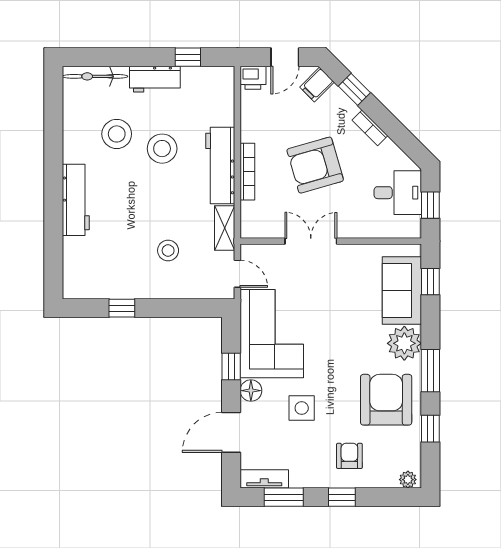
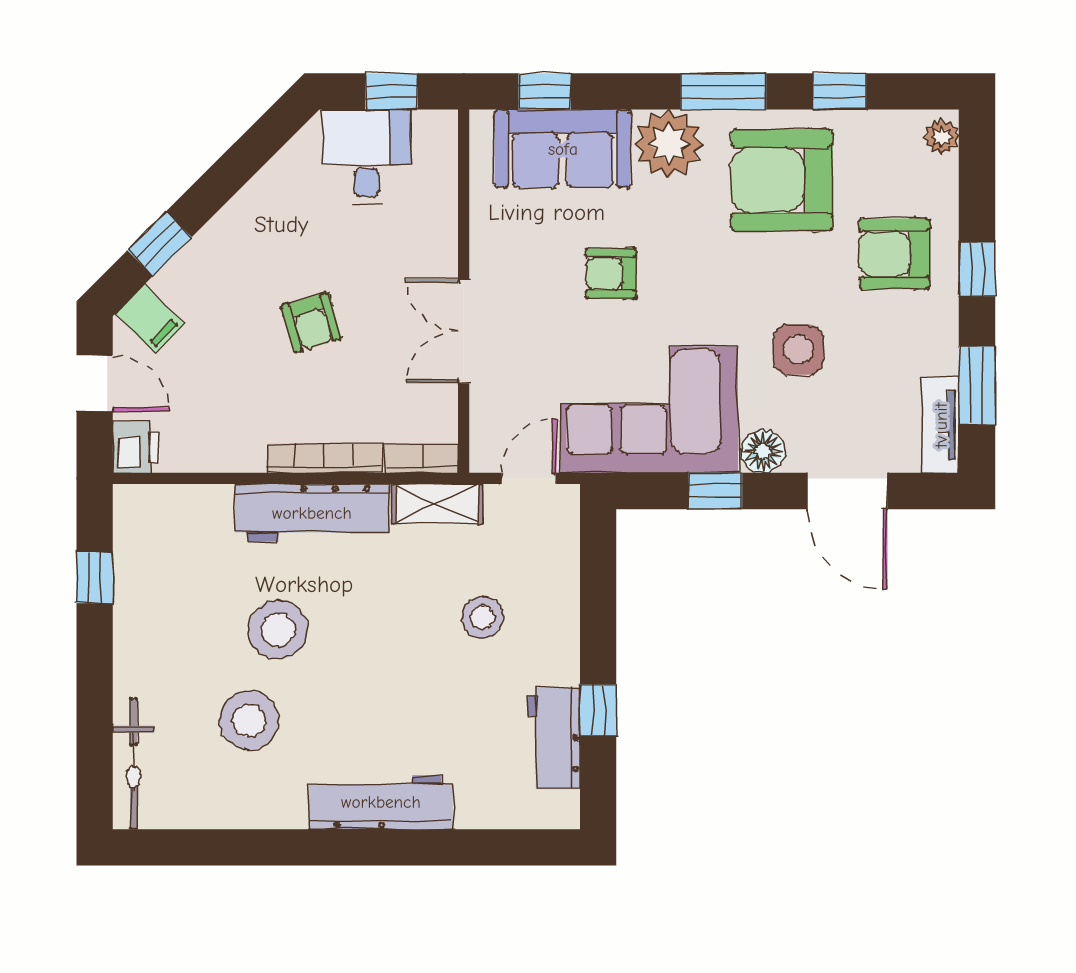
workbench: (155, 79) -> (554, 738), moved, turned 180
bookcase: (370, 128) -> (422, 458), moved, turned -135
armchair: (315, 165) -> (311, 322), width x0.53, depth x0.53
armchair: (340, 315) -> (611, 274), added
armchair: (349, 456) -> (894, 254), width x1.38, depth x1.38

